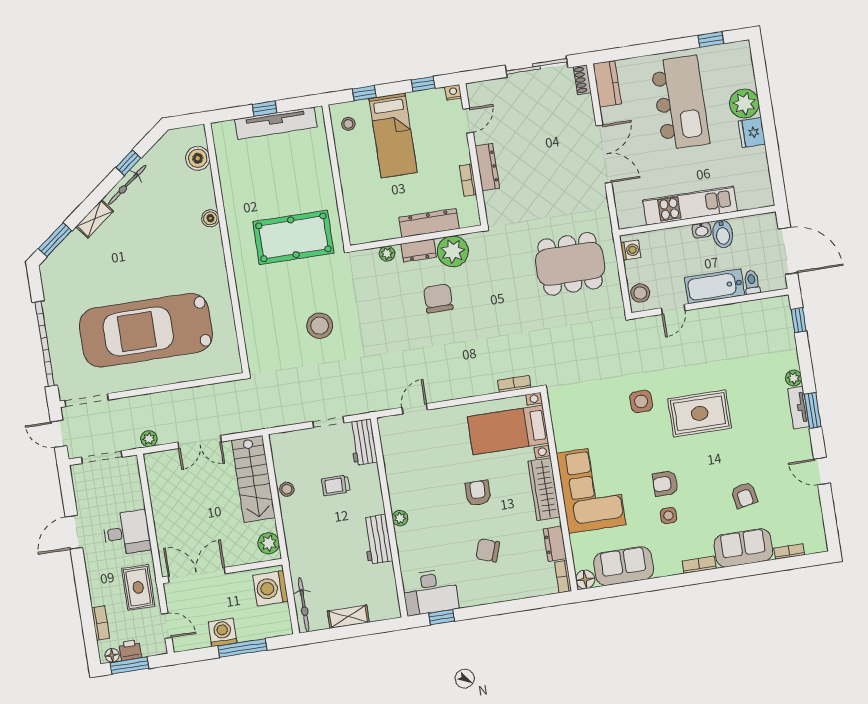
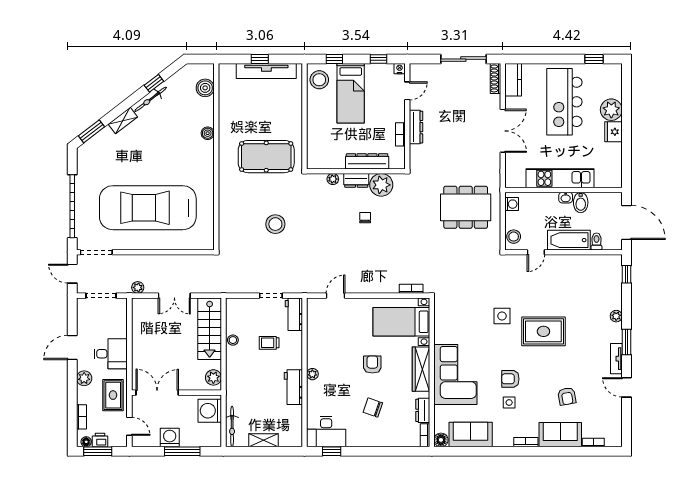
shoe rack: (582, 80) -> (495, 78), width x1.43
kitchen island: (680, 103) -> (564, 102), turned 180
stool: (348, 124) -> (319, 80), width x1.89, depth x1.89
chair: (438, 298) -> (365, 218), width x0.54, depth x0.54
tv unit: (798, 408) -> (616, 359), moved
plant: (96, 571) -> (84, 378), added

